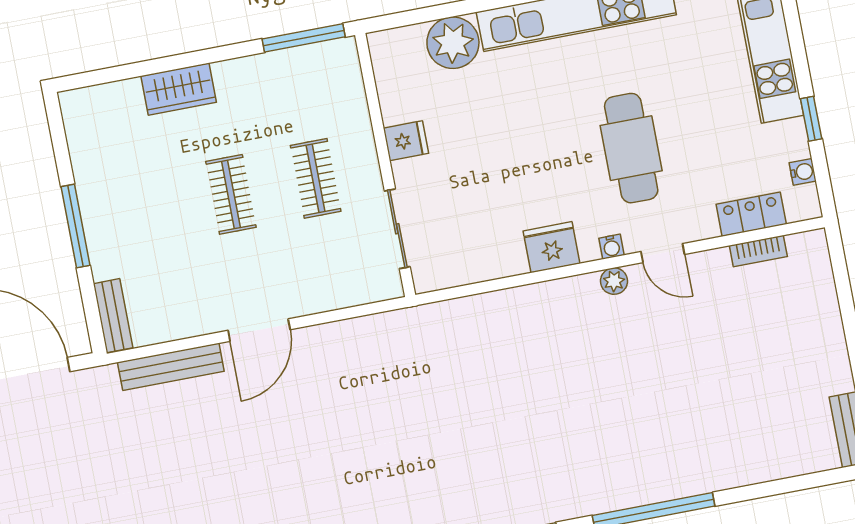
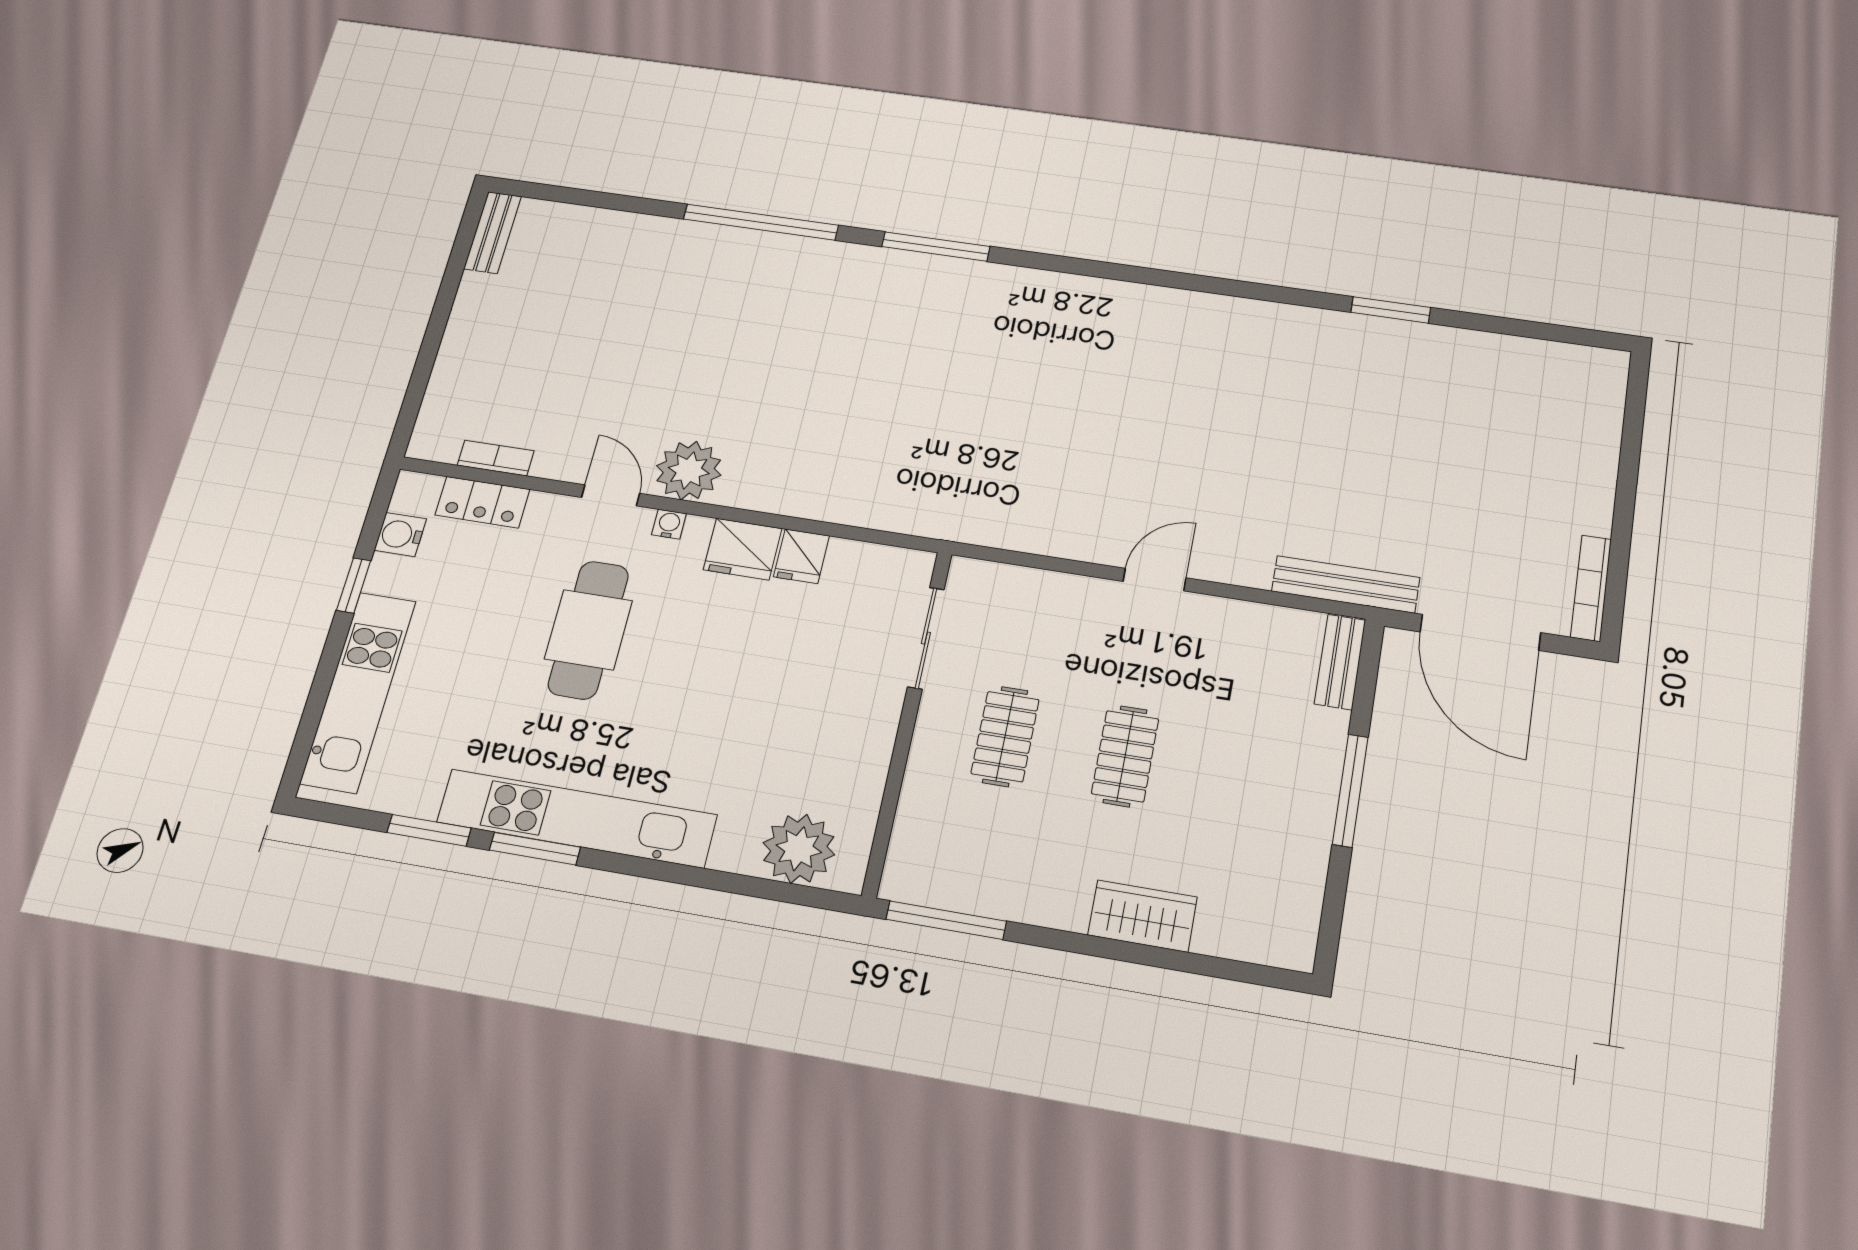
plant: (453, 43) -> (799, 849), moved
fridge: (406, 141) -> (801, 556), moved, turned -90
water cooler: (803, 172) -> (400, 534), width x1.38, depth x1.38
plant: (614, 281) -> (689, 470), width x1.88, depth x1.88
door: (259, 330) -> (1155, 580), width x0.73
bench: (171, 367) -> (1346, 584), moved

